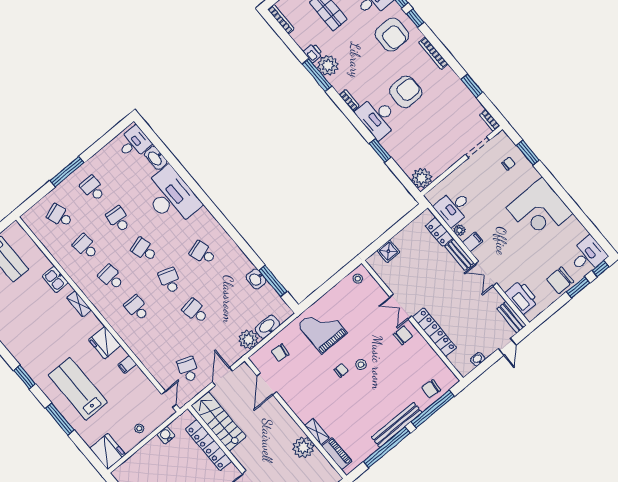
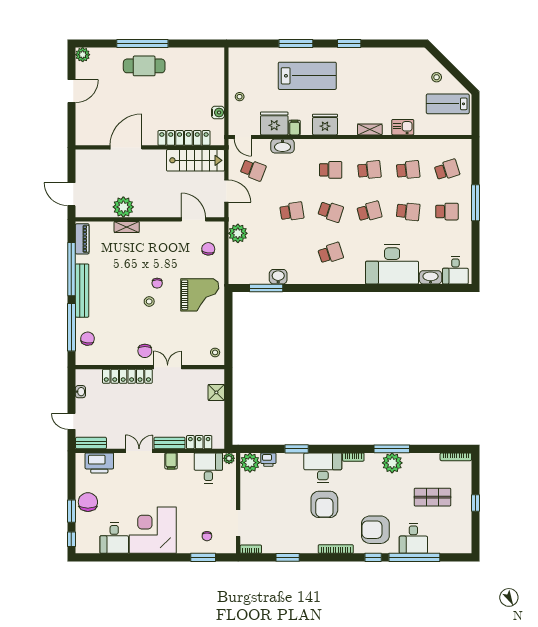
printer: (313, 53) -> (268, 460), moved
plant: (459, 230) -> (229, 458), moved
desk: (588, 255) -> (114, 538), moved
washbasin: (267, 327) -> (283, 146), moved, turned 90
fridge: (108, 451) -> (274, 123), moved, turned 180
piano: (337, 454) -> (82, 239), moved, turned -90

